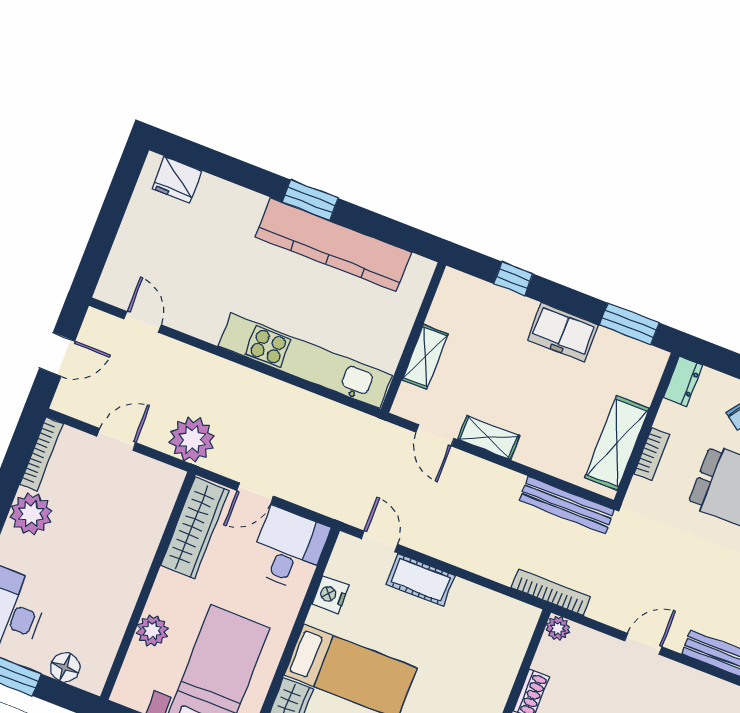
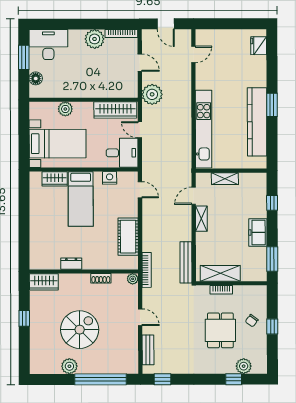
dresser: (683, 381) -> (257, 291), removed
door: (379, 541) -> (140, 190), hinge flipped
cot: (421, 580) -> (128, 237), moved, width x1.37, depth x1.34

